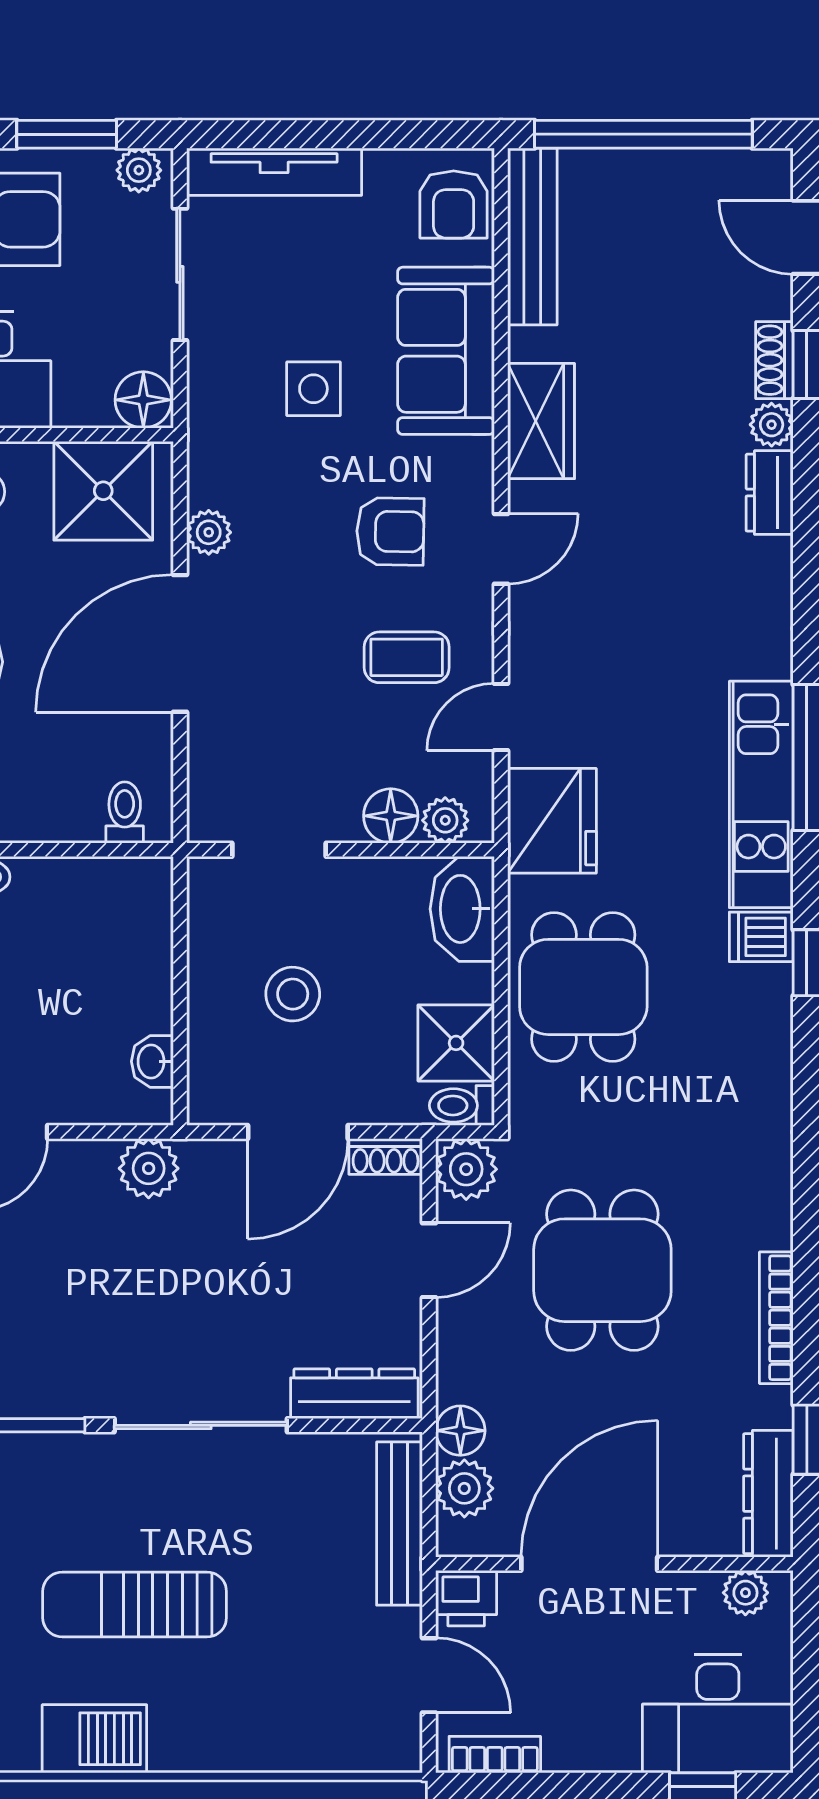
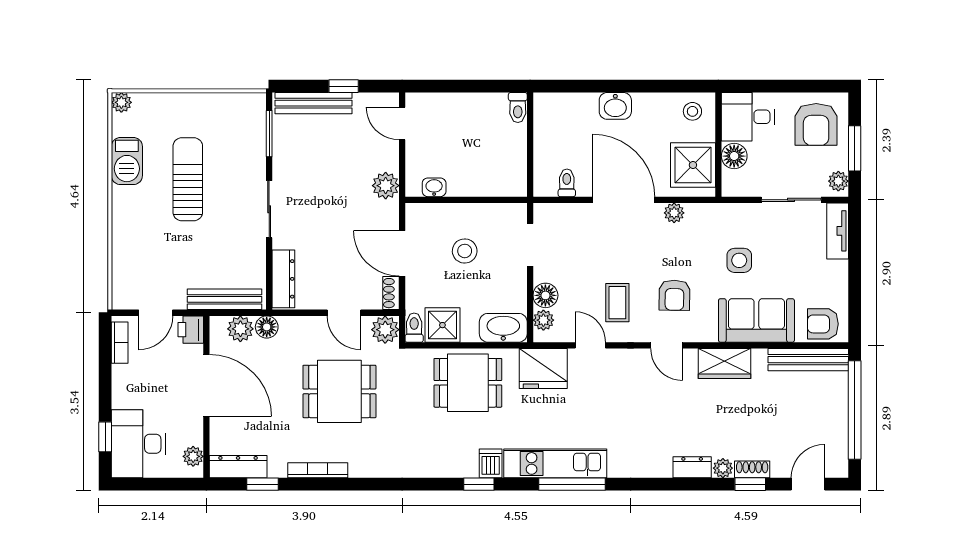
tv unit: (274, 172) -> (838, 231), width x0.71
floor lamp: (143, 400) -> (734, 156), moved
toilet: (125, 812) -> (567, 183), moved, turned -90
sliding door: (201, 1425) -> (269, 209), width x0.73

